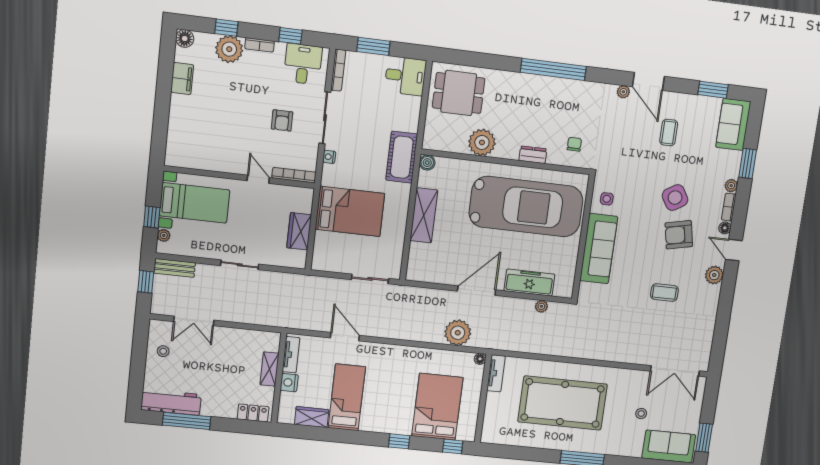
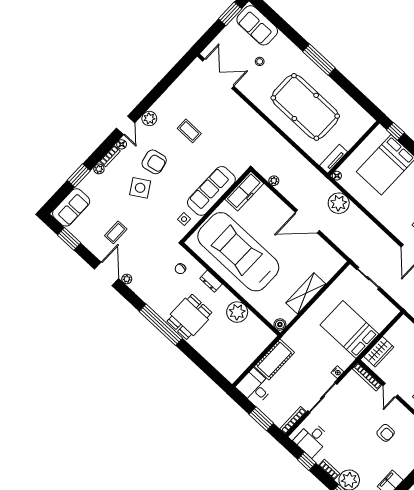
dining table: (459, 93) -> (189, 317), moved, turned 90
armchair: (282, 120) -> (386, 433), moved, turned 90
cot: (402, 157) -> (274, 359), moved
wardrobe: (299, 231) -> (379, 352), moved
freezer: (529, 283) -> (244, 191), moved, turned -90

